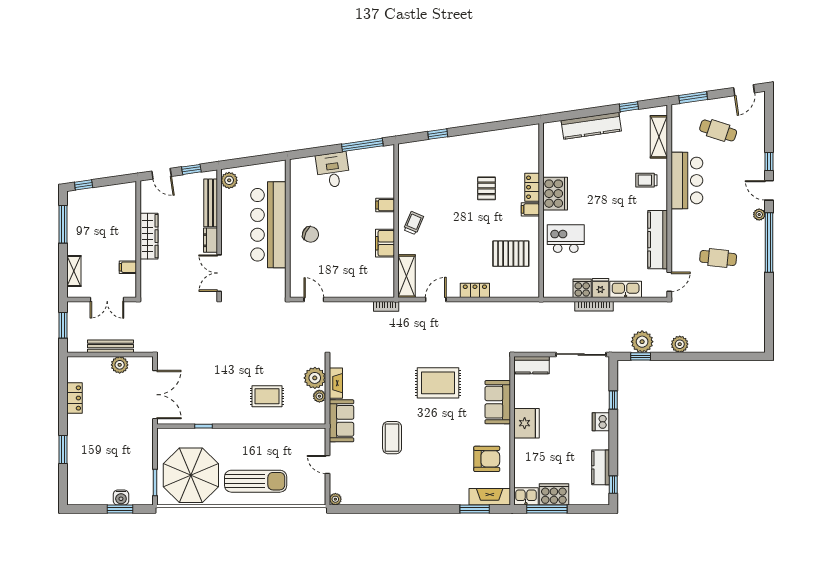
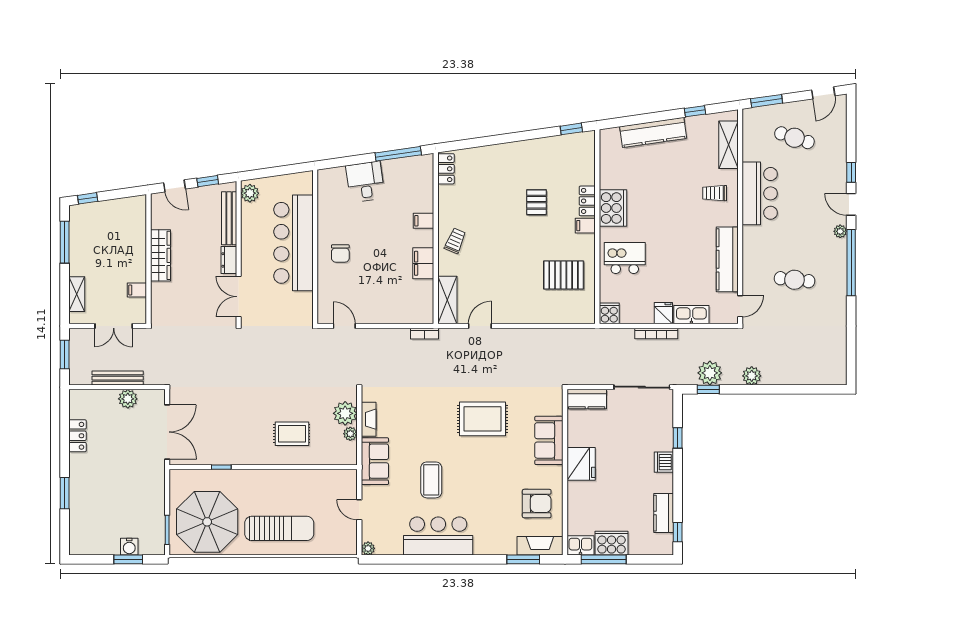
window: (438, 134) -> (571, 129), moved
chair: (310, 234) -> (340, 253), turned 65
cooker: (582, 288) -> (609, 313), moved
locker: (475, 290) -> (446, 169), moved, turned 90
bar counter: (398, 488) -> (438, 536), added

